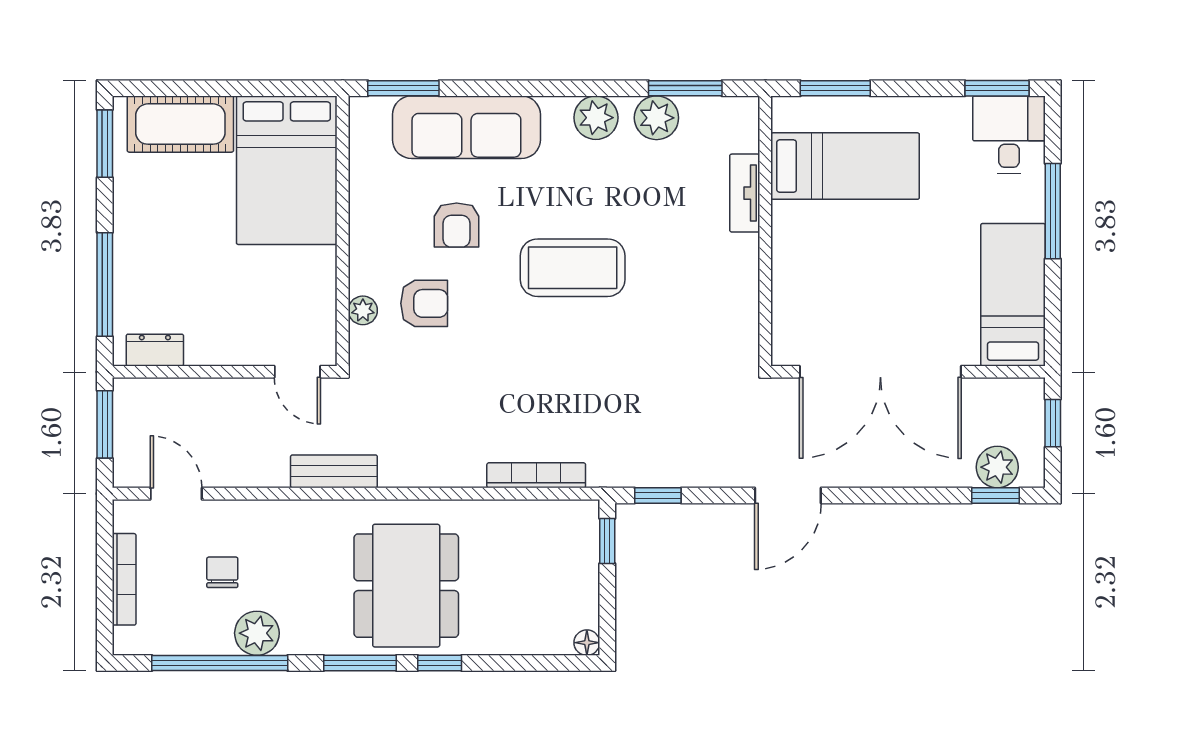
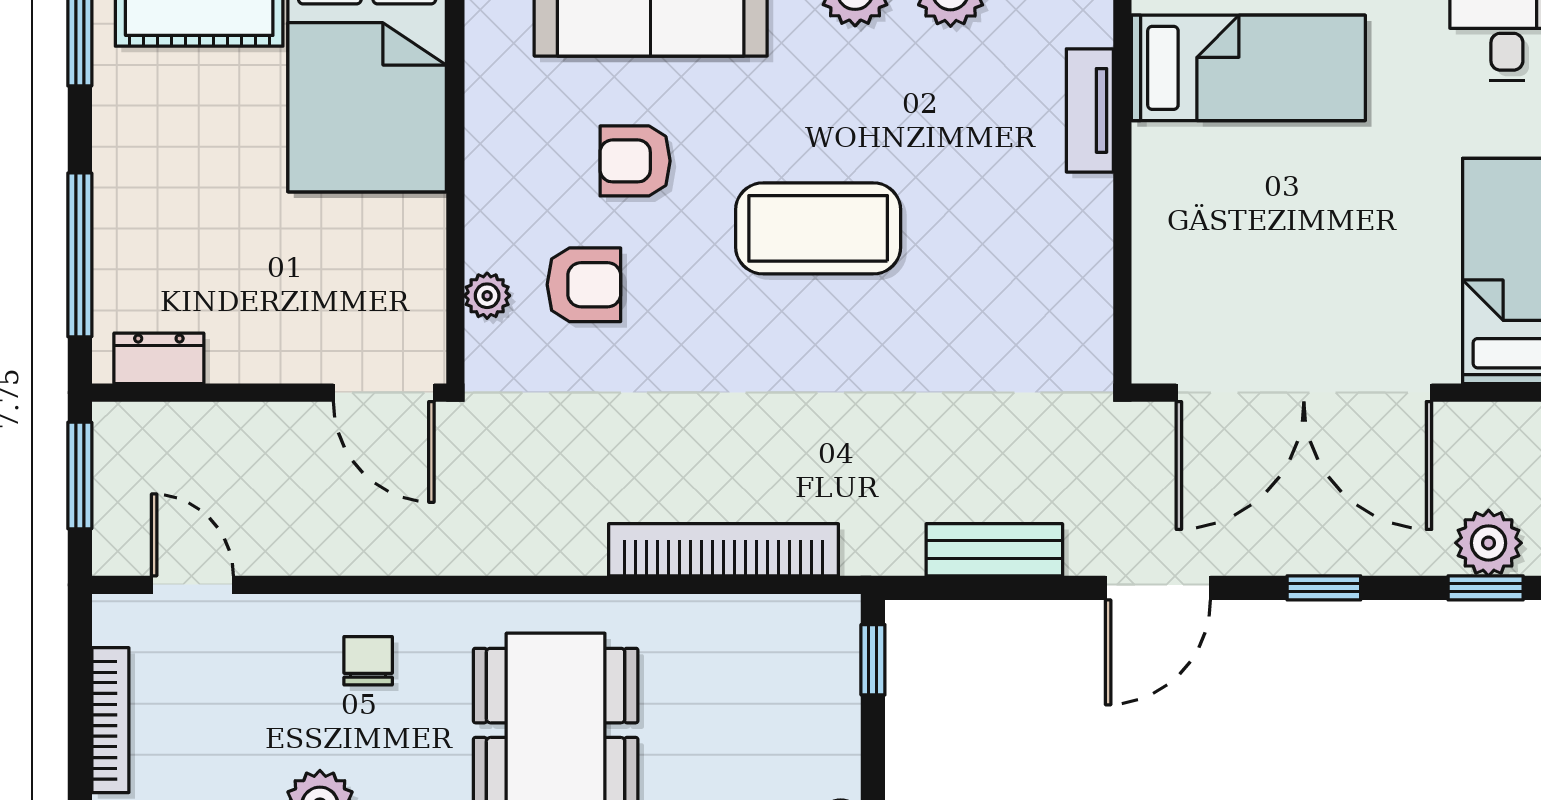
armchair: (457, 225) -> (635, 161), turned 90
door: (297, 372) -> (384, 393), width x1.38
bench: (334, 471) -> (994, 550), moved
bookcase: (536, 475) -> (723, 550), width x1.48, depth x1.31
window: (658, 496) -> (1324, 588), moved
chair: (222, 572) -> (368, 661), moved

